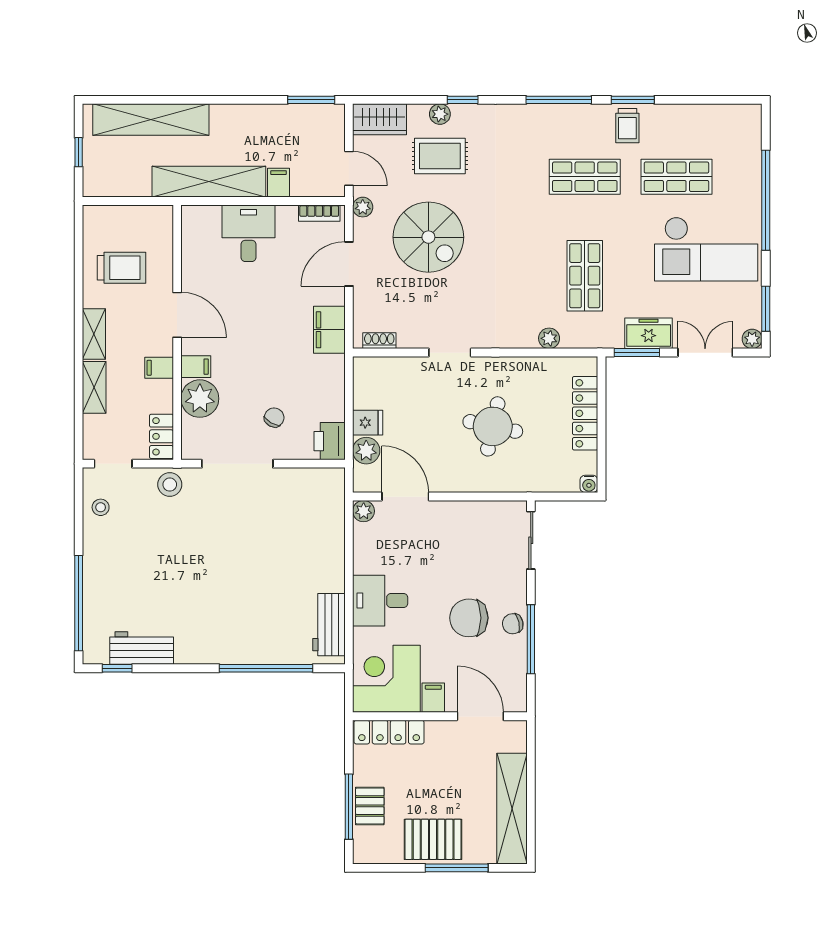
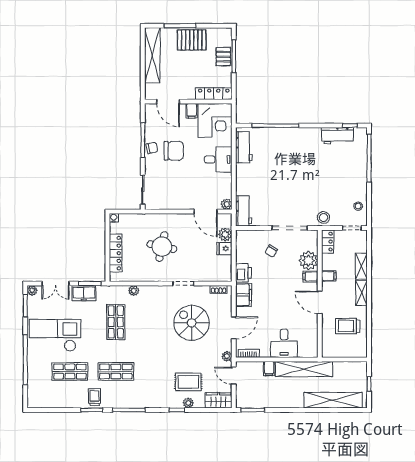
spiral stairs: (428, 237) -> (192, 323), moved
printer: (330, 441) -> (243, 273), moved
workbench: (329, 498) -> (244, 211), added

